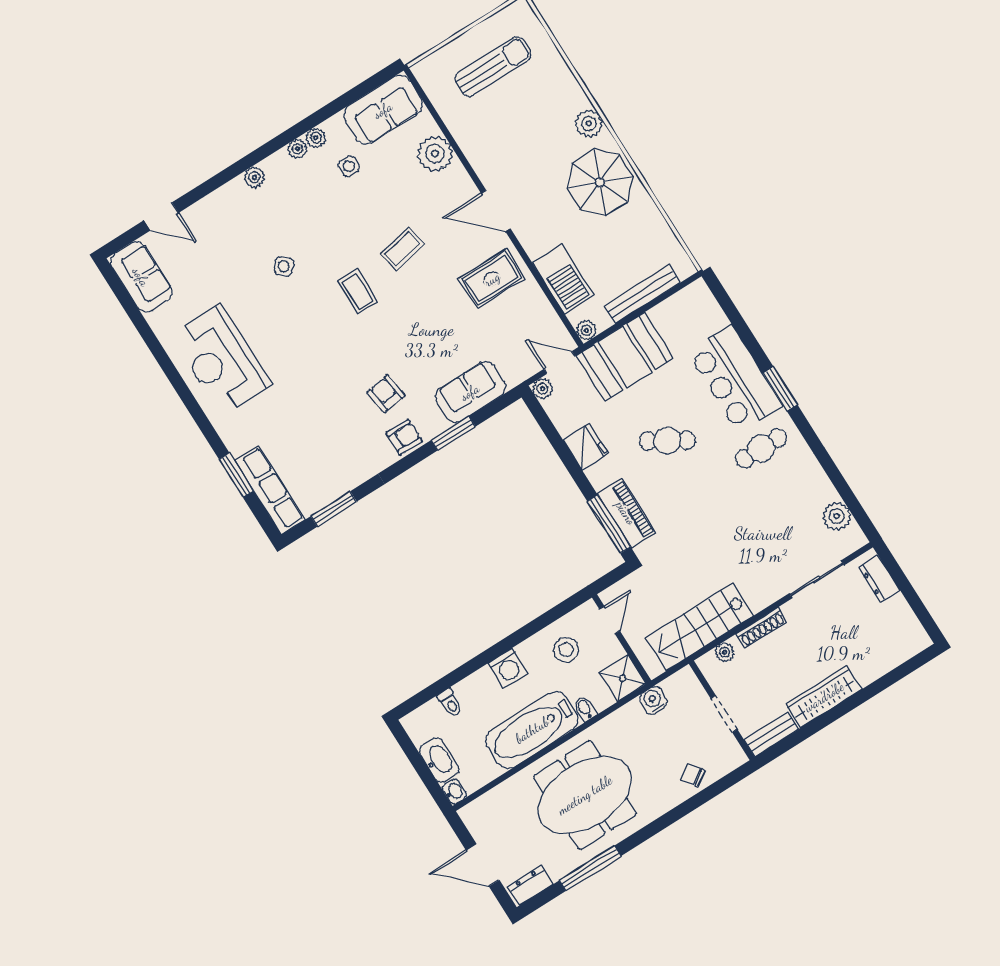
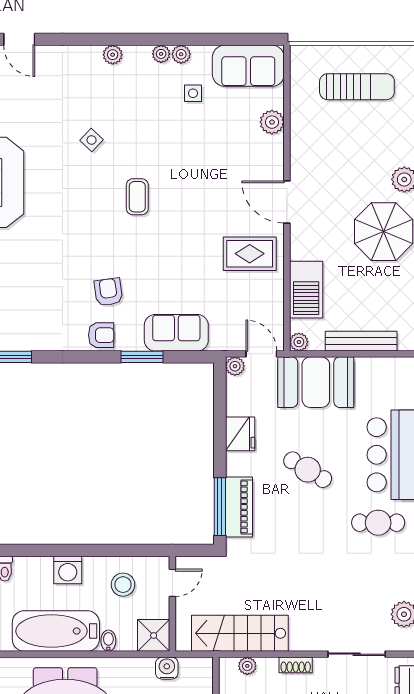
plant: (435, 154) -> (272, 122), width x0.73, depth x0.73
coffee table: (403, 249) -> (194, 186), removed
shoe rack: (761, 628) -> (296, 665), width x0.70

